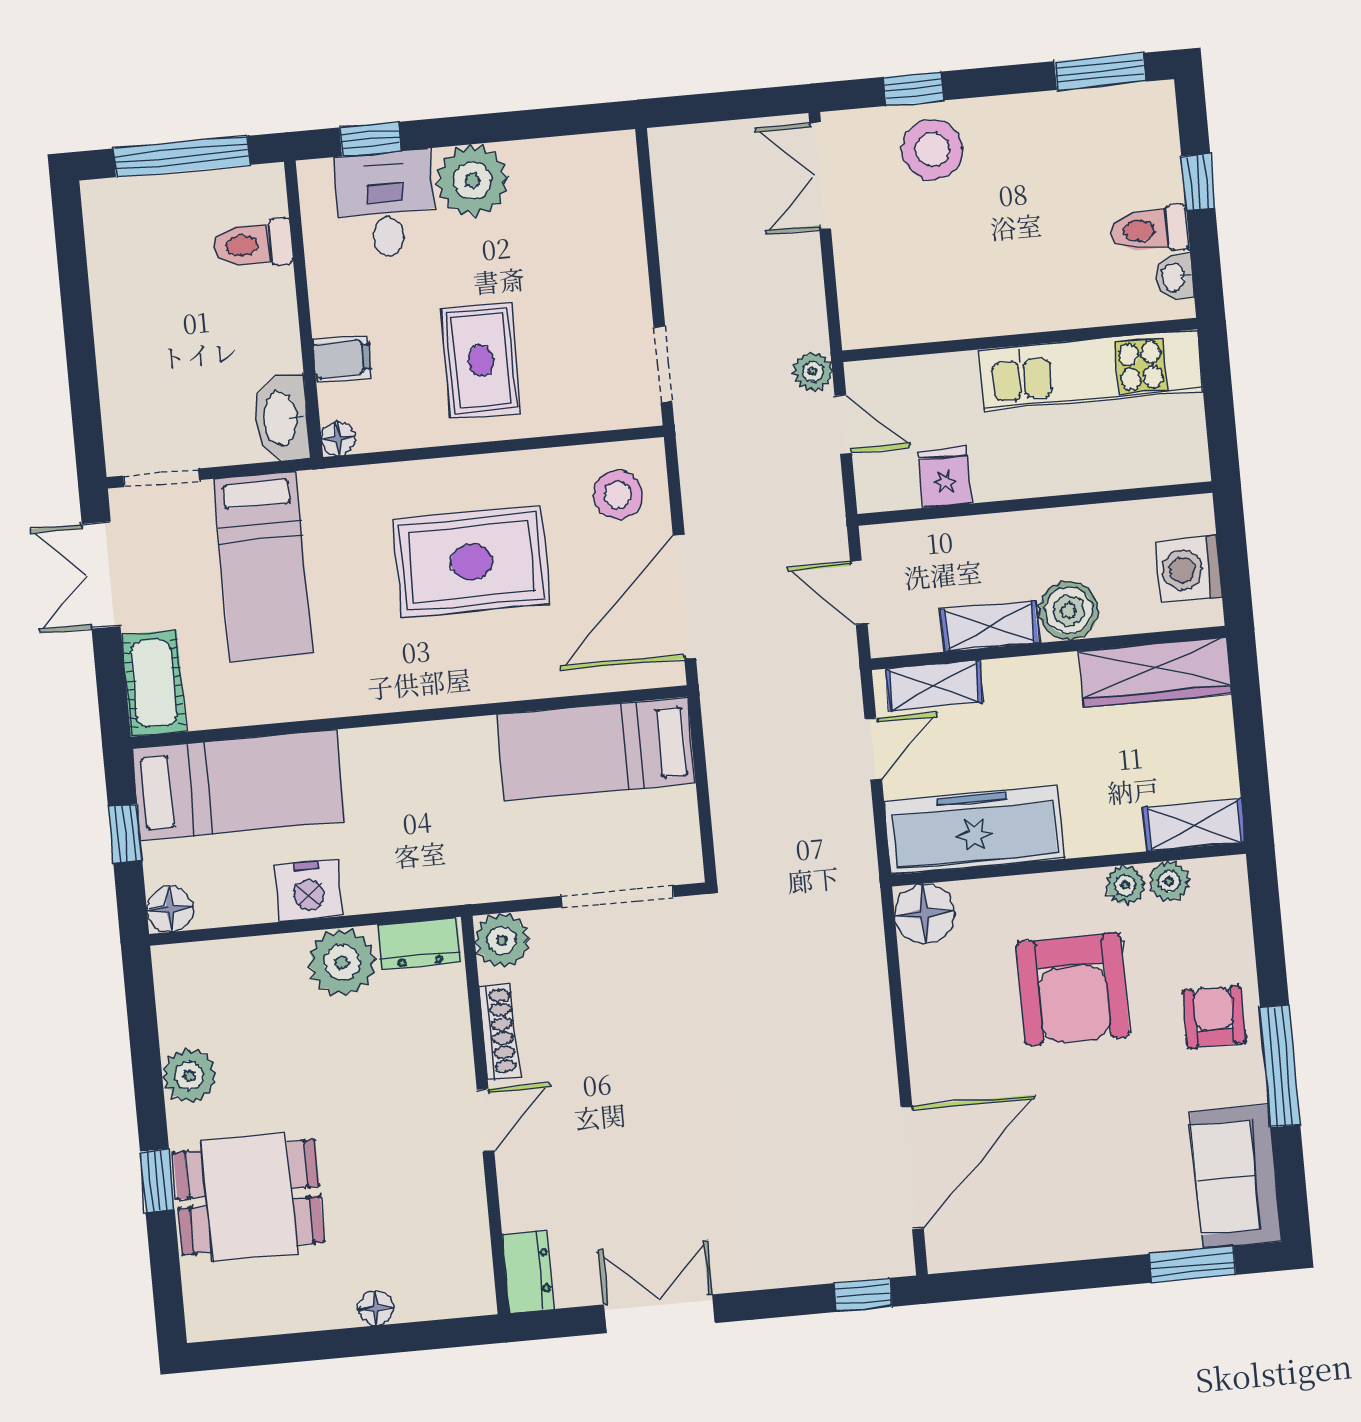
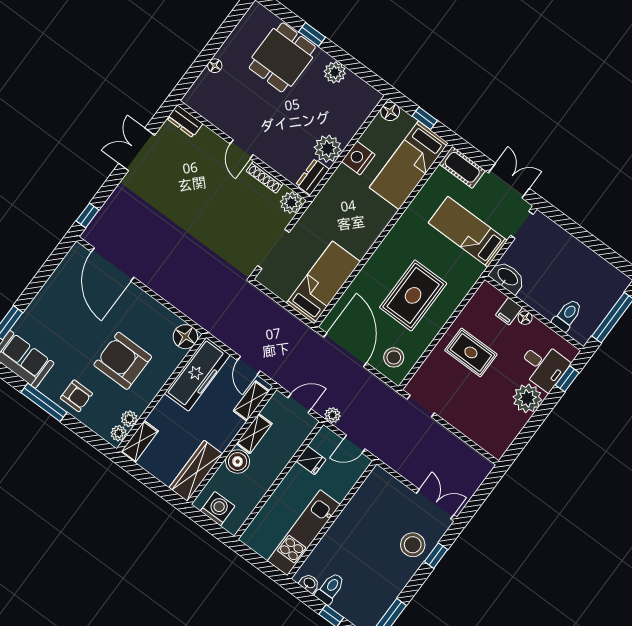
plant: (813, 372) -> (333, 415), moved
floor lamp: (338, 439) -> (525, 318), moved
plant: (1125, 885) -> (119, 433), moved
double door: (660, 1314) -> (137, 149), swing flipped

